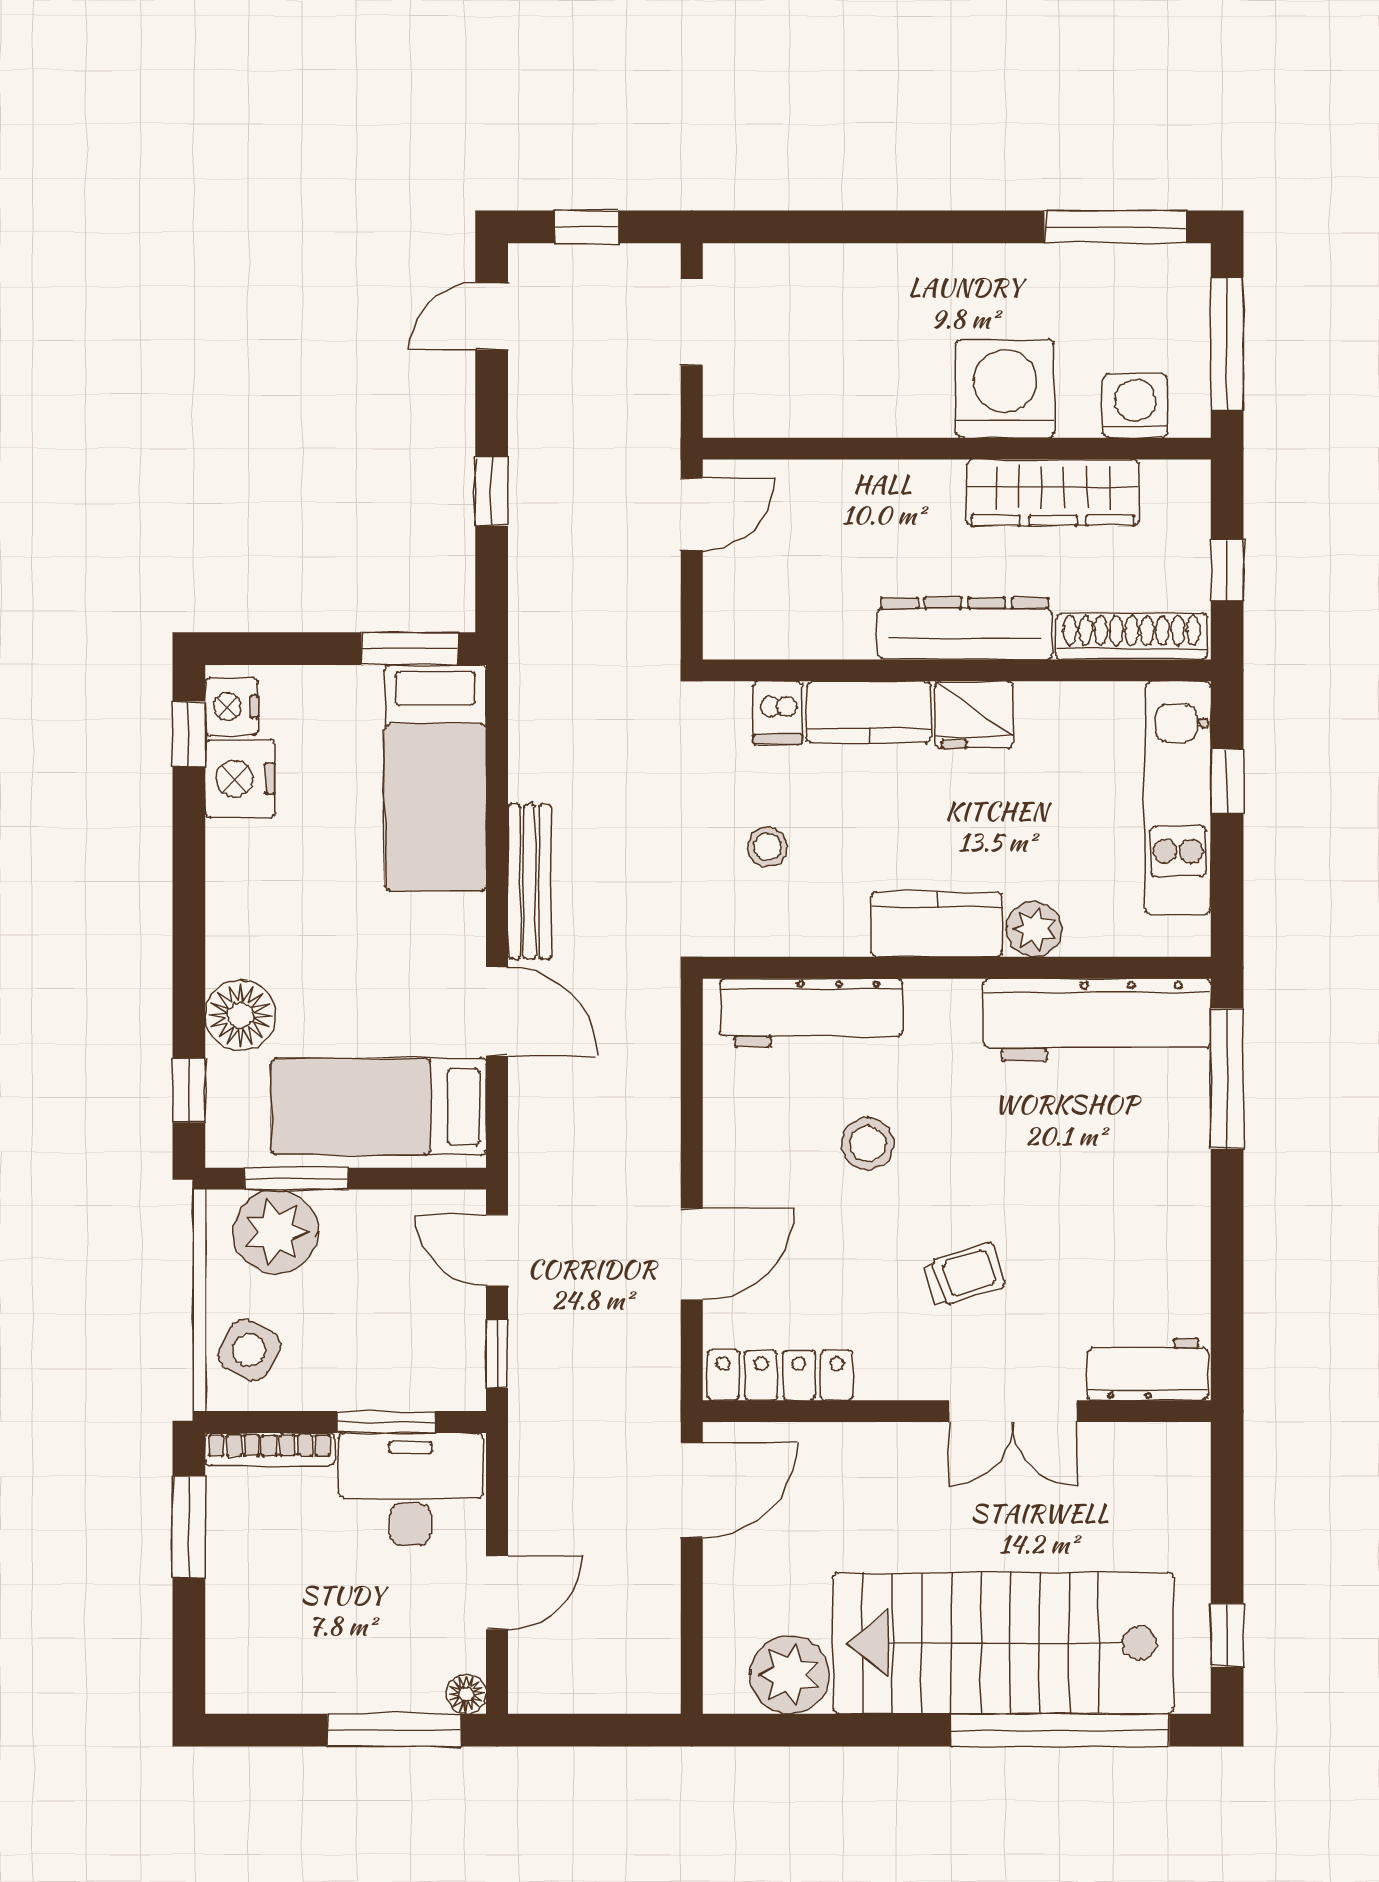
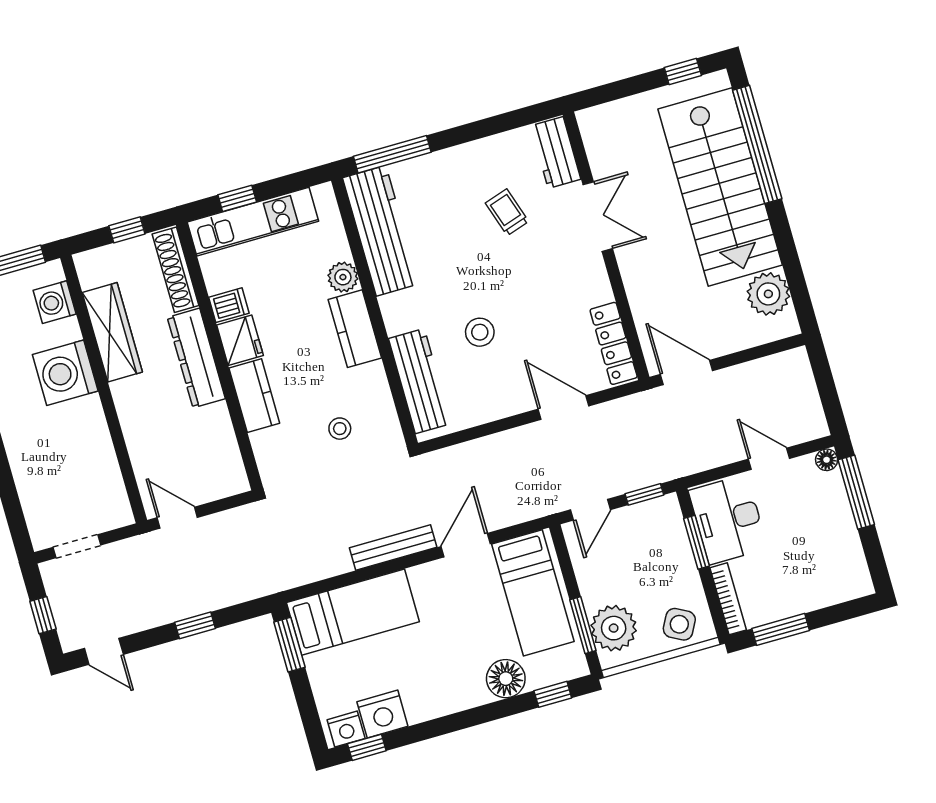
dishwasher: (778, 713) -> (229, 305), moved
trolley: (964, 1275) -> (507, 212), moved

